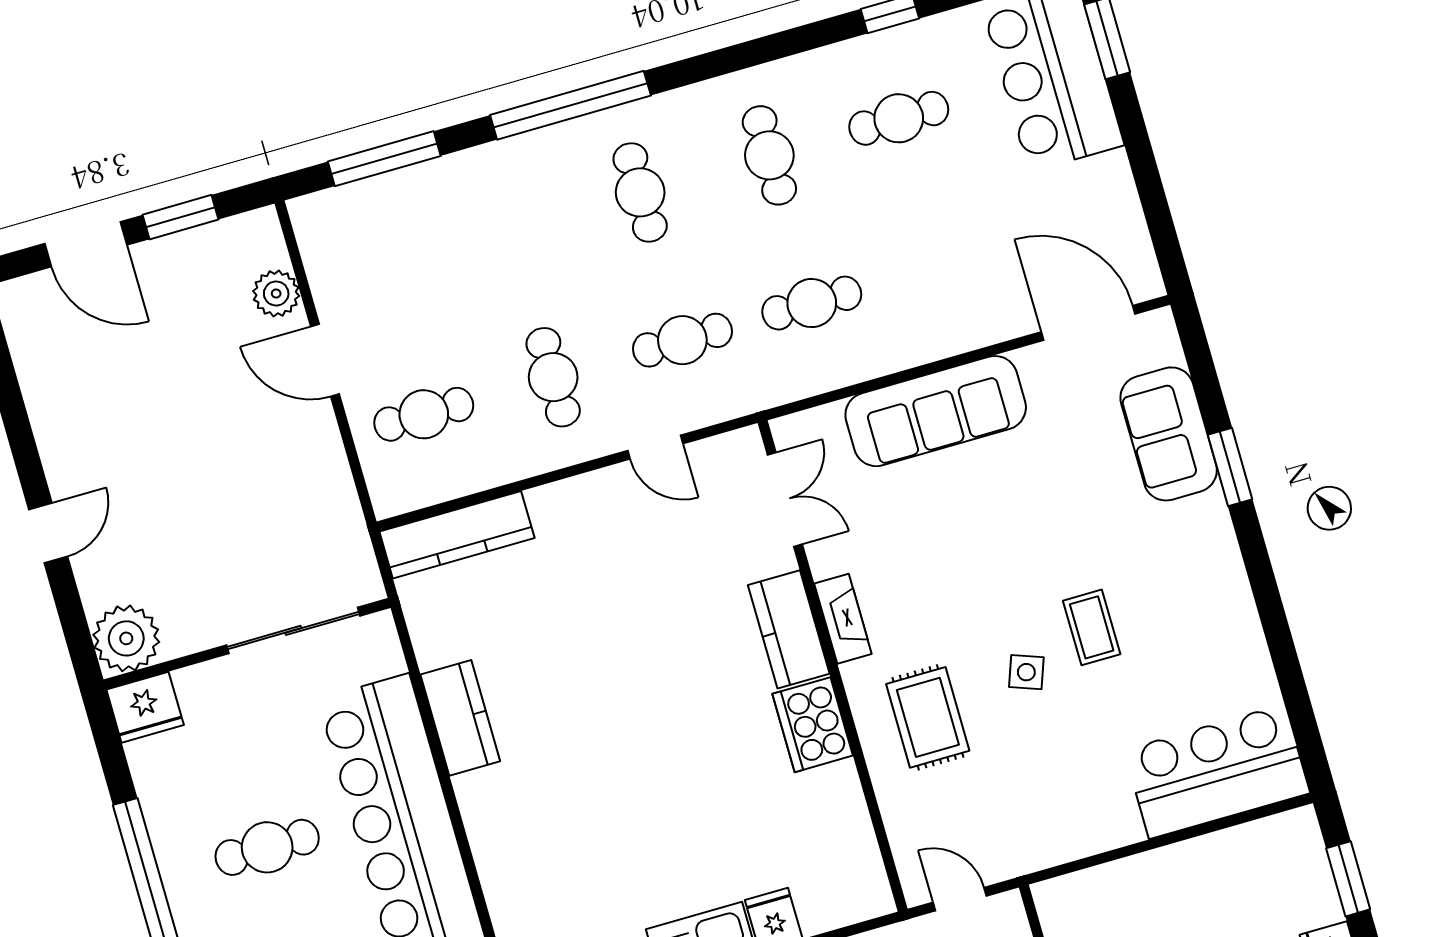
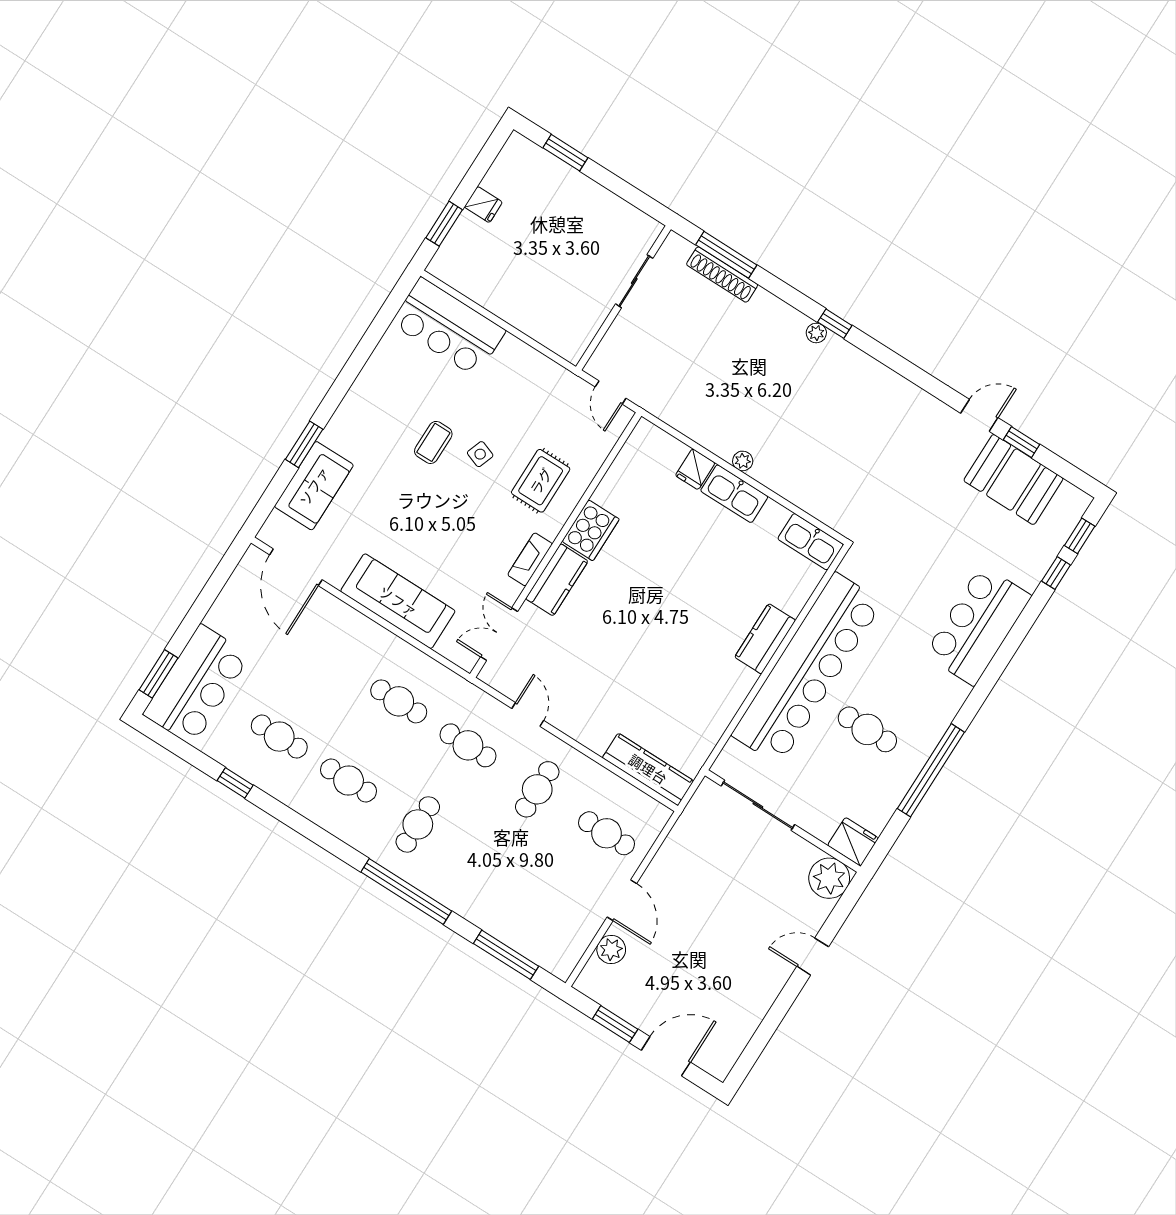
cafe table: (769, 155) -> (349, 780), turned 90
door: (86, 244) -> (666, 1056), hinge flipped
kitchen counter: (460, 718) -> (765, 639), moved

